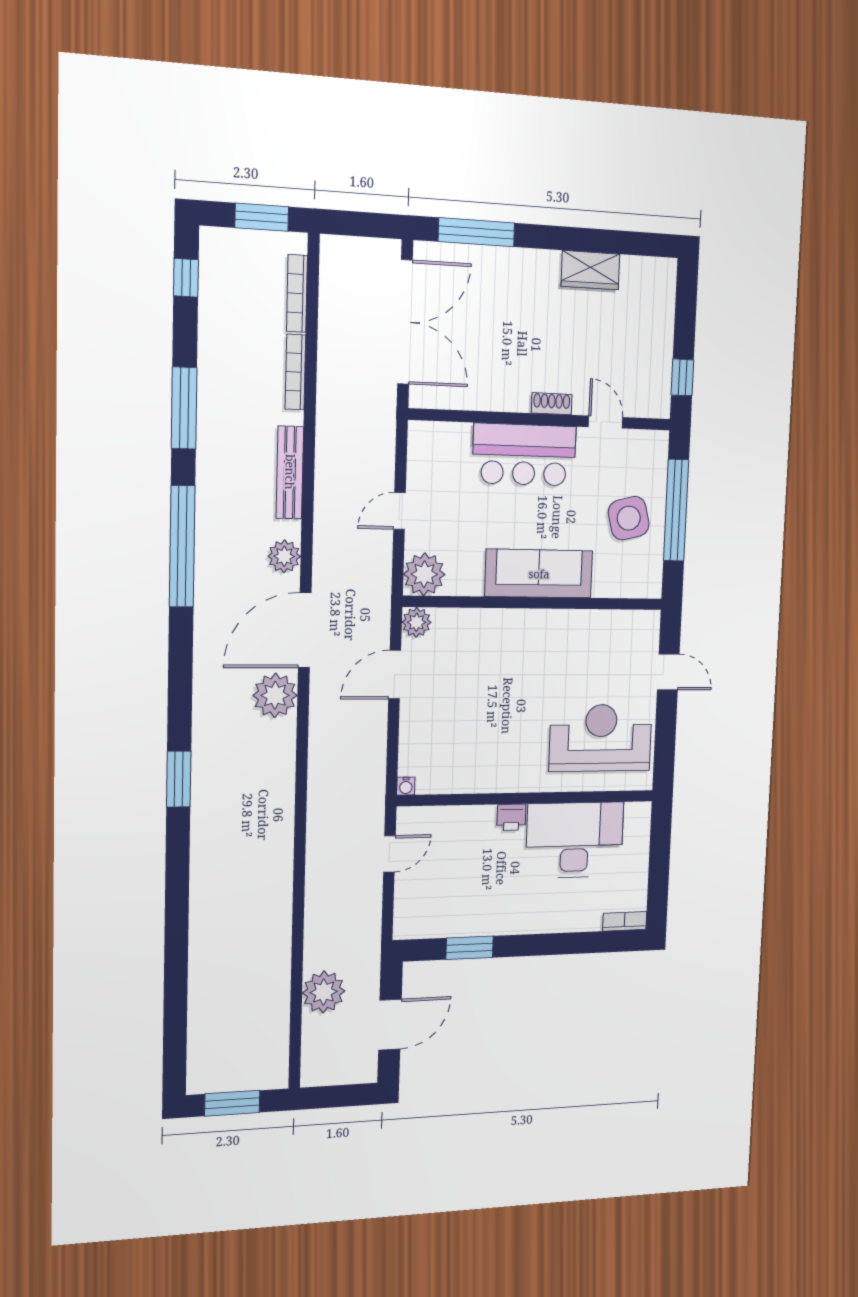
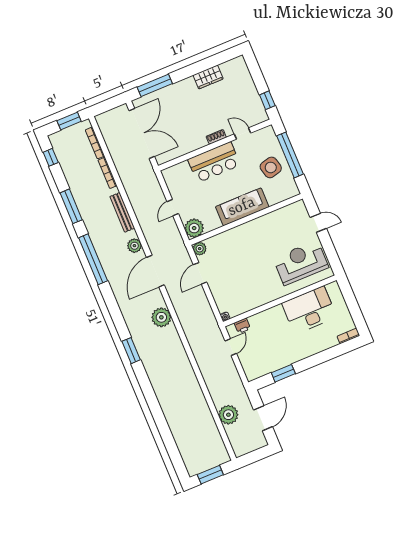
plant: (275, 695) -> (161, 317), moved
printer: (511, 817) -> (242, 326), moved

